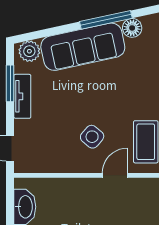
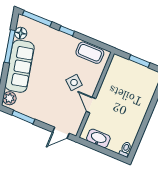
tv unit: (22, 96) -> (34, 113), removed
door: (115, 175) -> (91, 105), moved

